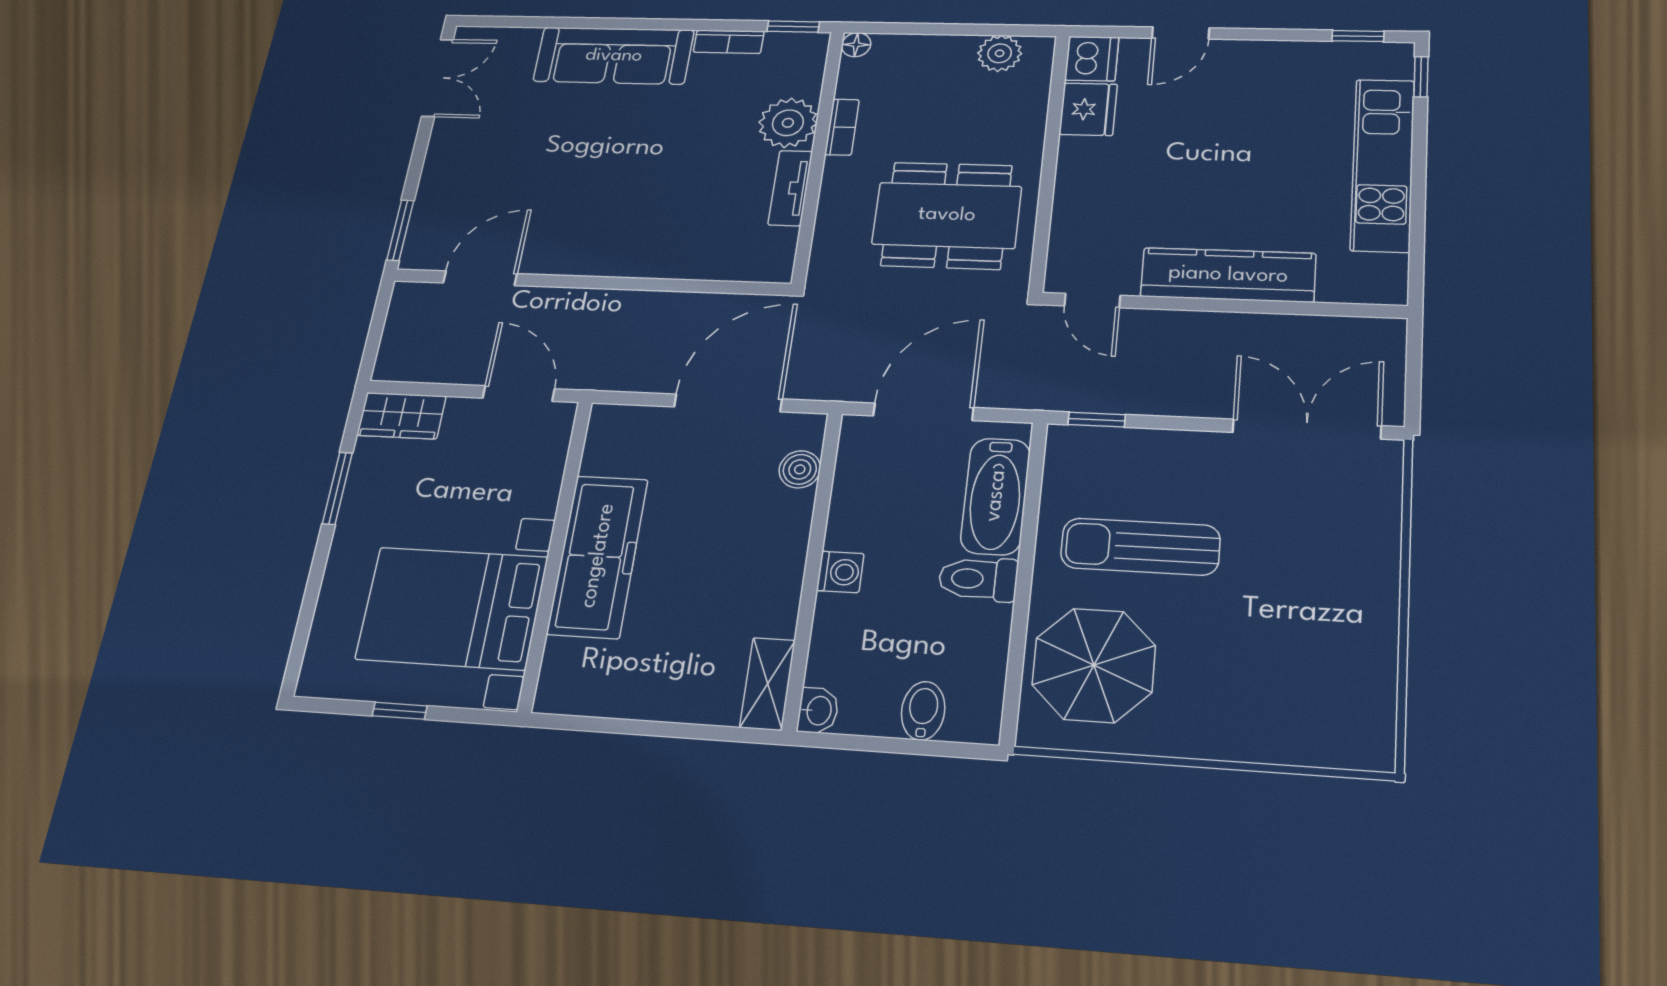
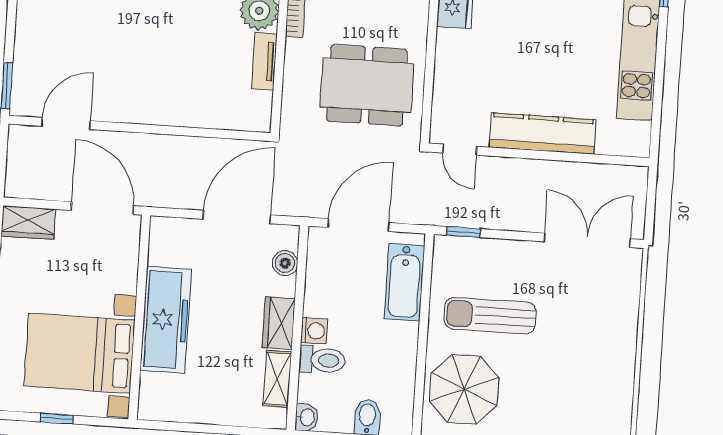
door: (519, 393) -> (102, 208), width x1.36
wardrobe: (782, 560) -> (279, 323), added
toilet: (978, 579) -> (322, 360), moved, turned 180
shelving: (768, 684) -> (277, 379), moved

